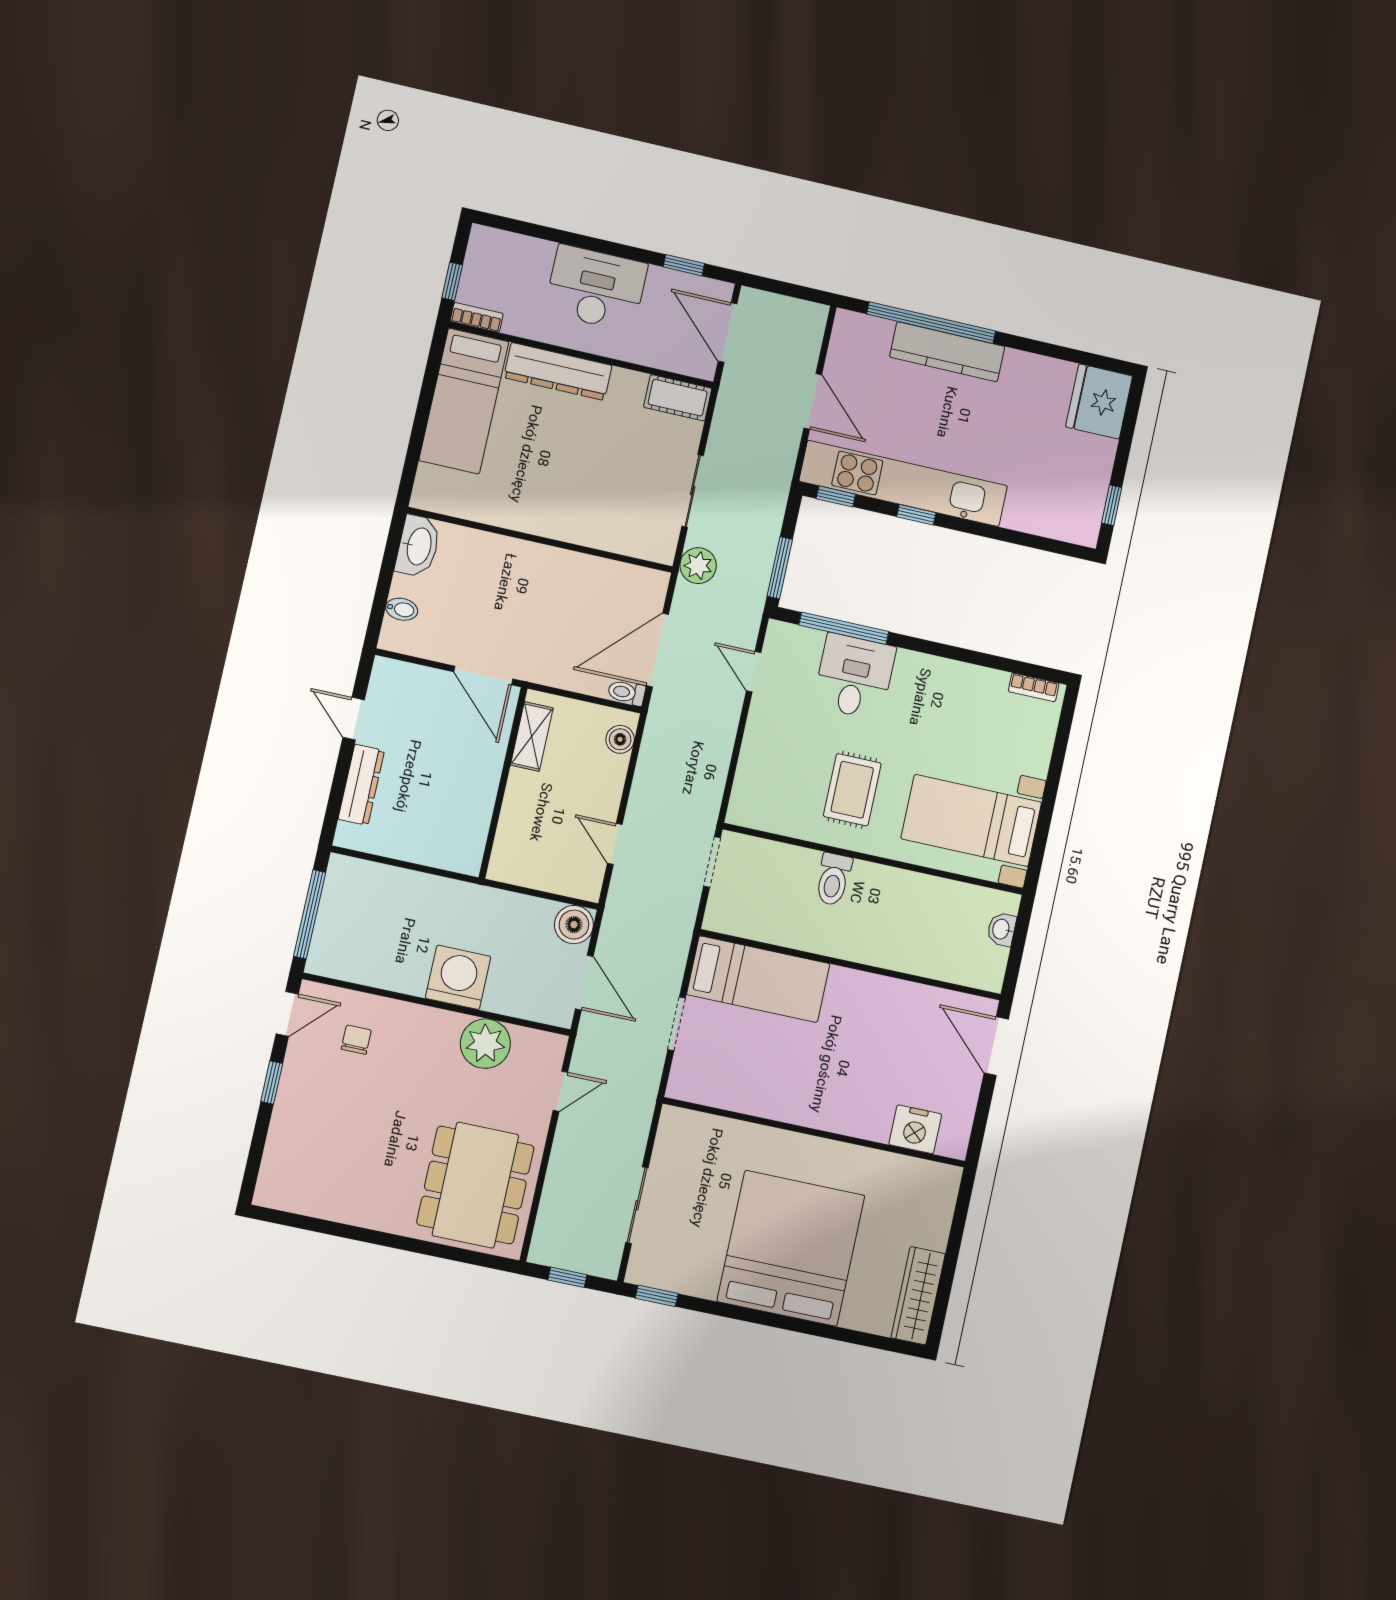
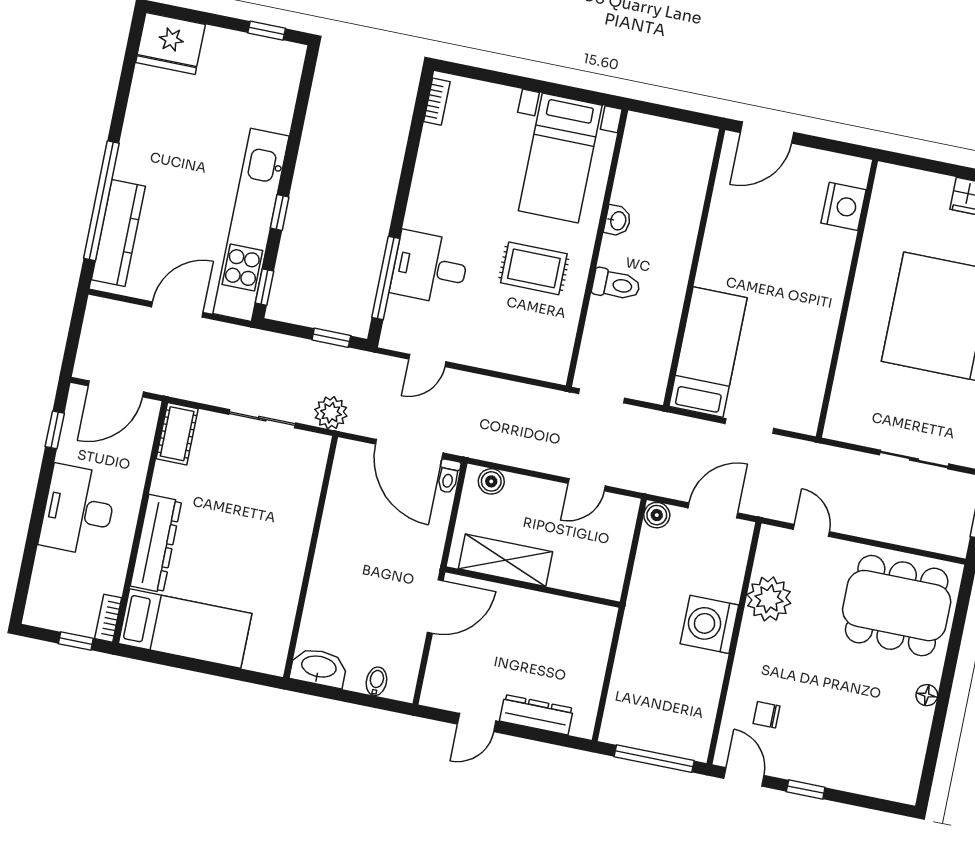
kitchen counter: (947, 352) -> (118, 233), moved
window: (780, 568) -> (331, 338), width x0.67
shelving: (532, 736) -> (505, 560), width x1.50, depth x1.33
boiler: (574, 925) -> (657, 515), width x0.73, depth x0.73
washbasin: (1002, 929) -> (618, 221), moved, turned -90
floor lamp: (375, 1218) -> (927, 695), added

